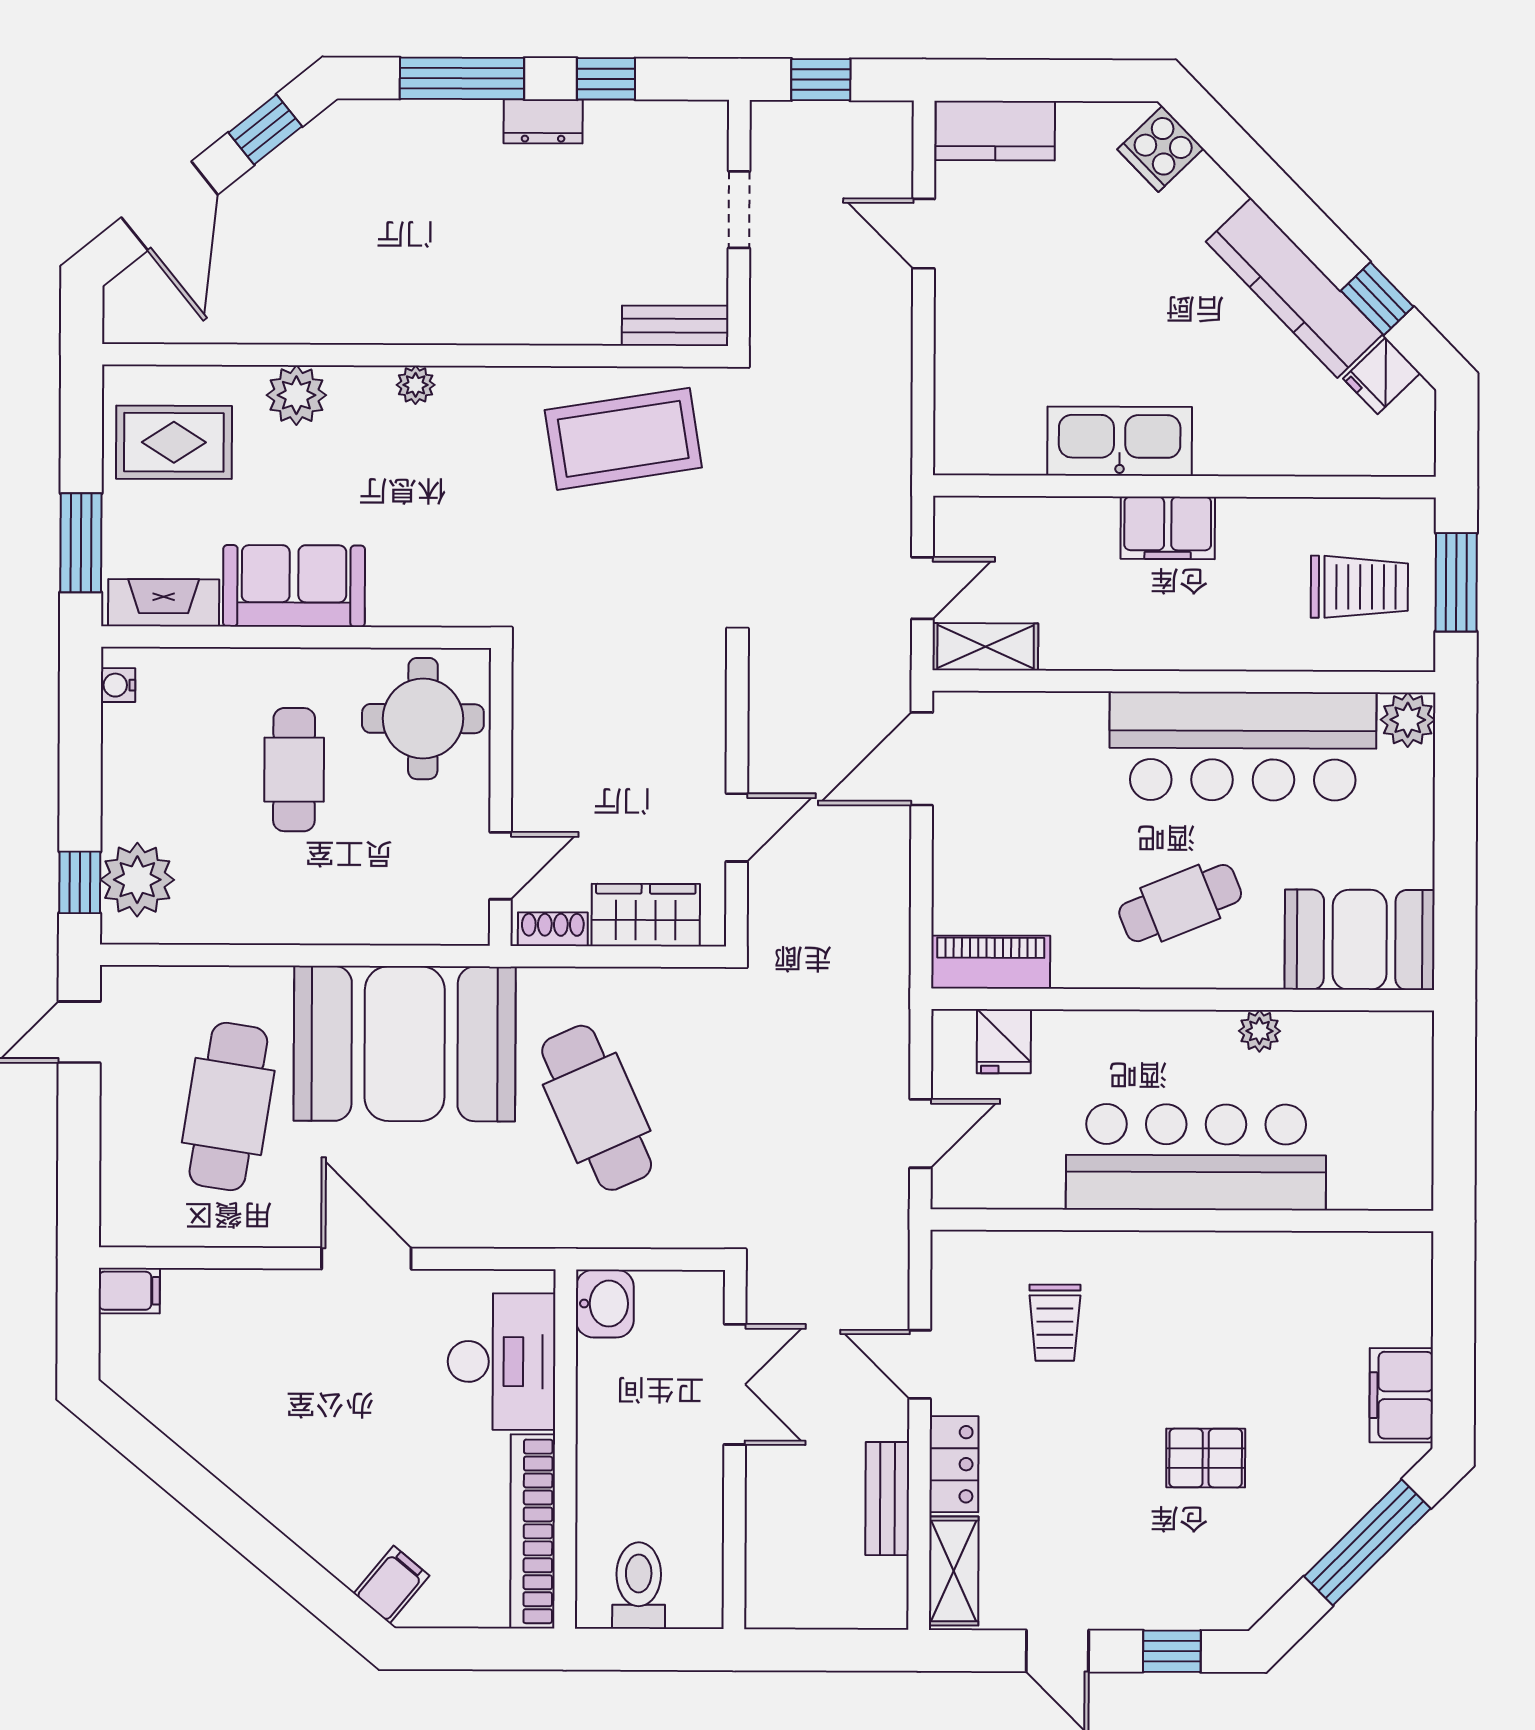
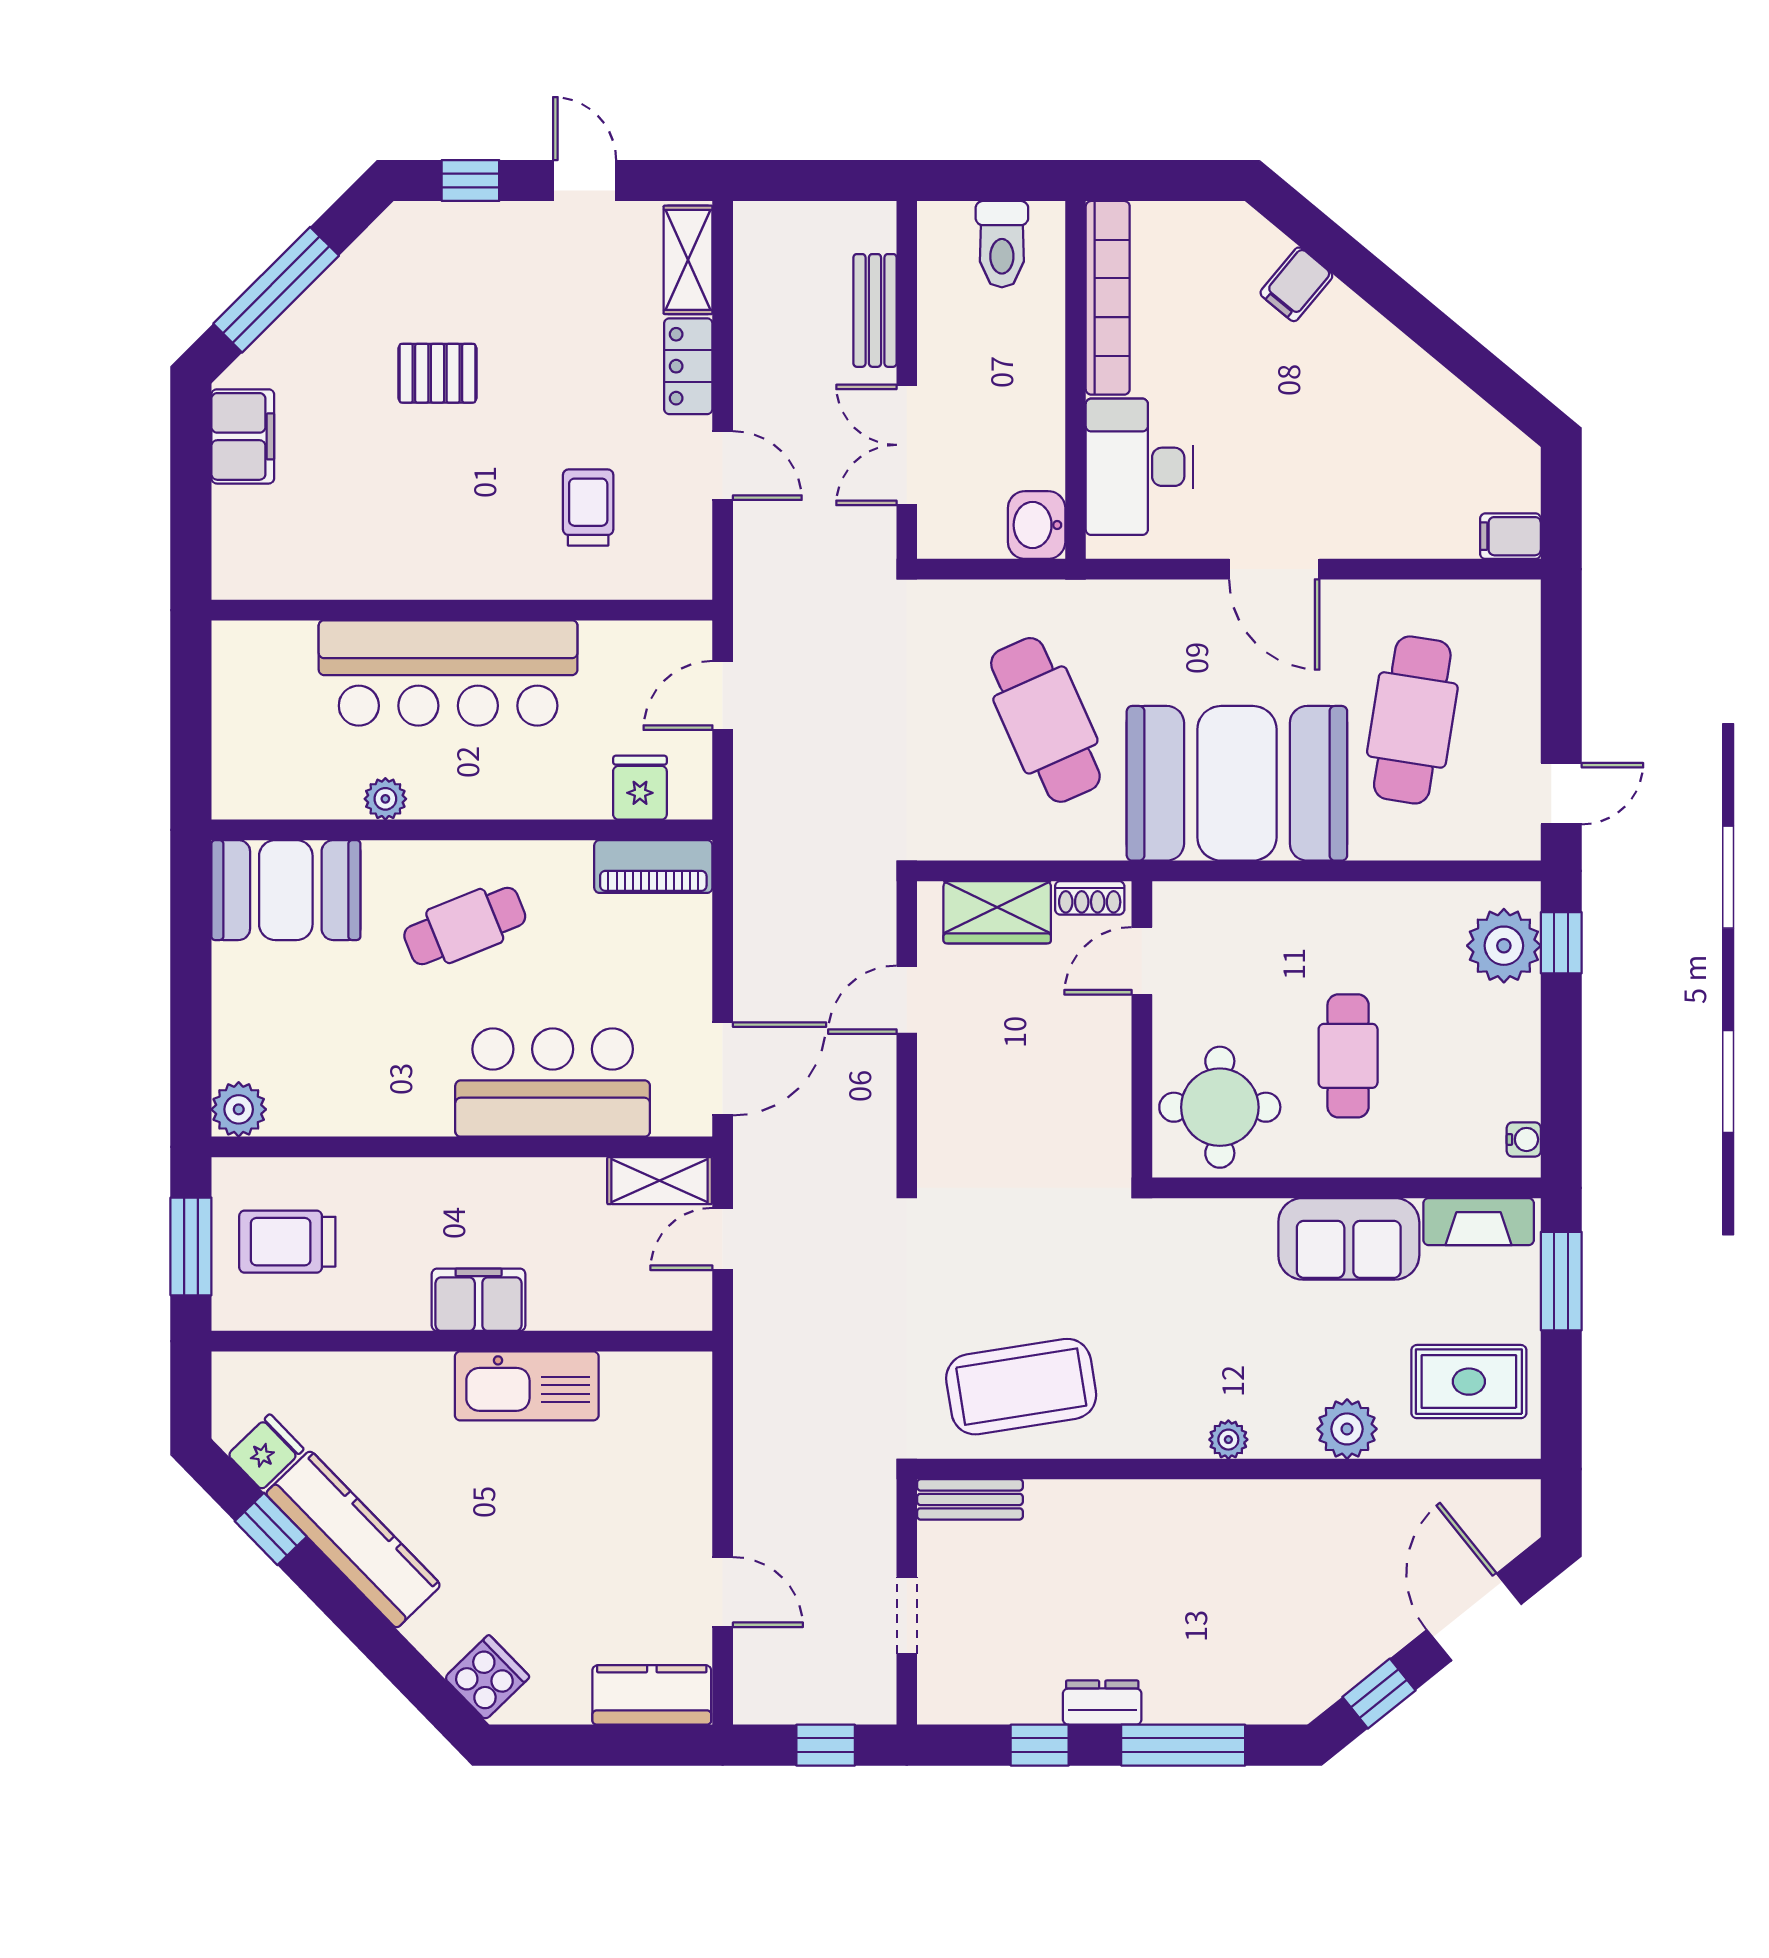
bar counter: (1243, 746) -> (553, 1083), moved, width x0.73
bench: (887, 1499) -> (875, 310), moved
filing cabinet: (392, 1585) -> (1296, 284), moved

